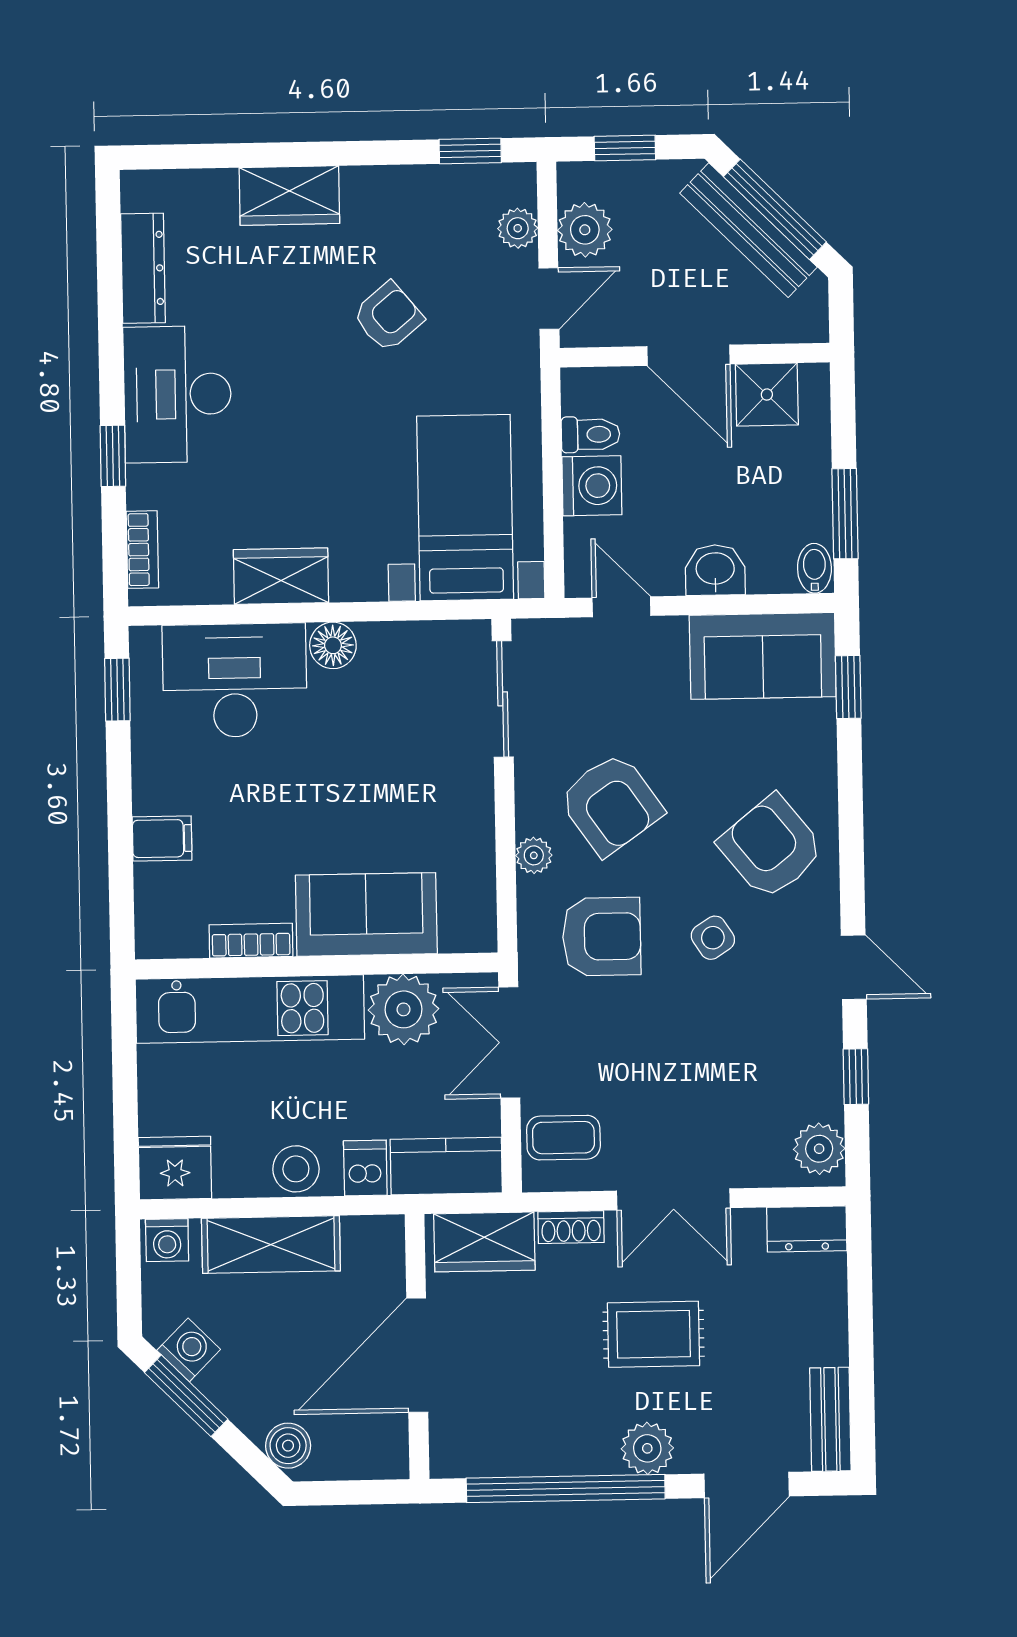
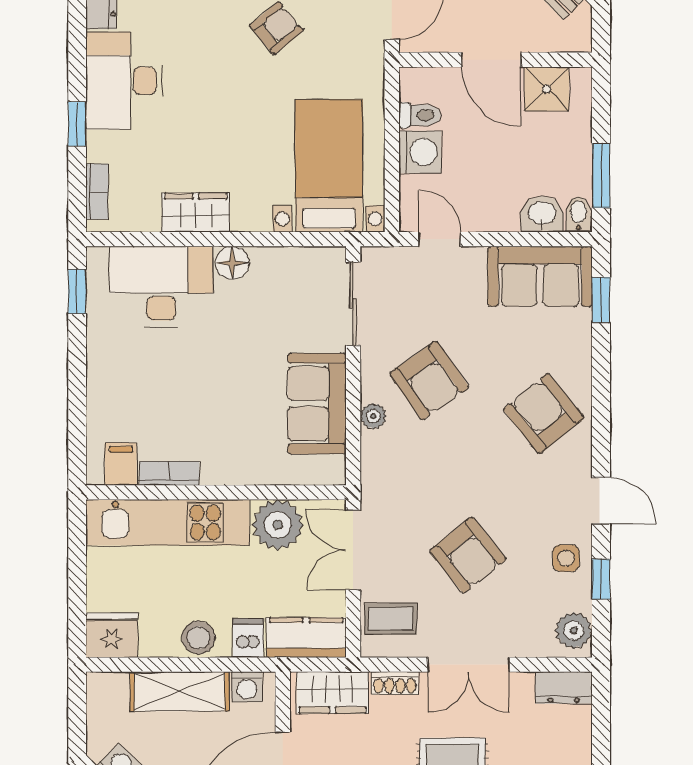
washbasin: (715, 570) -> (542, 214), moved
filing cabinet: (162, 838) -> (121, 464), moved, turned -90
sofa: (366, 914) -> (317, 404), moved, turned -90
armchair: (602, 937) -> (468, 555), moved, turned 51
side table: (713, 938) -> (566, 558), moved, turned 33
washing machine: (167, 1240) -> (247, 687), moved

